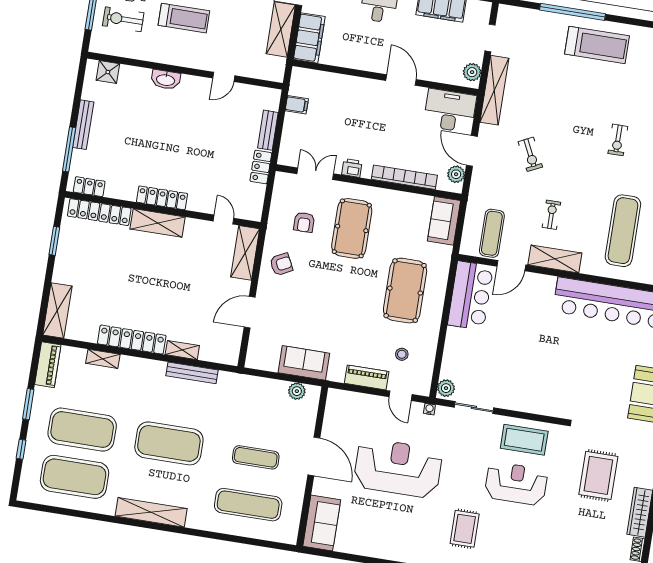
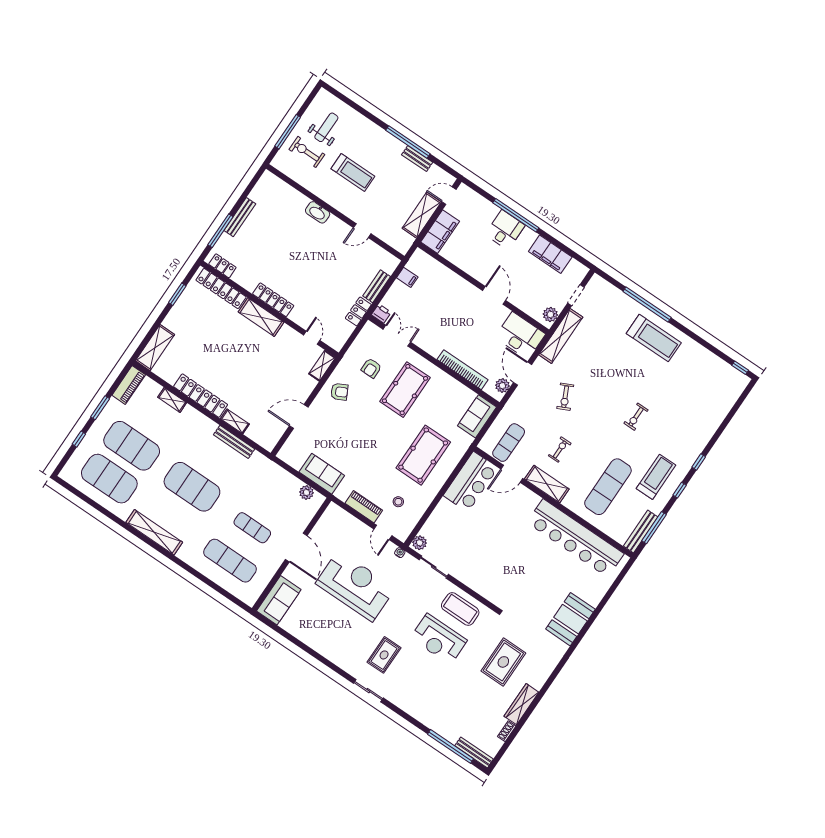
shower: (108, 72) -> (277, 186), removed
printer: (352, 168) -> (381, 314), moved
shelving: (245, 253) -> (322, 366), width x0.67, depth x0.75
reception desk: (516, 484) -> (439, 639), turned 180

